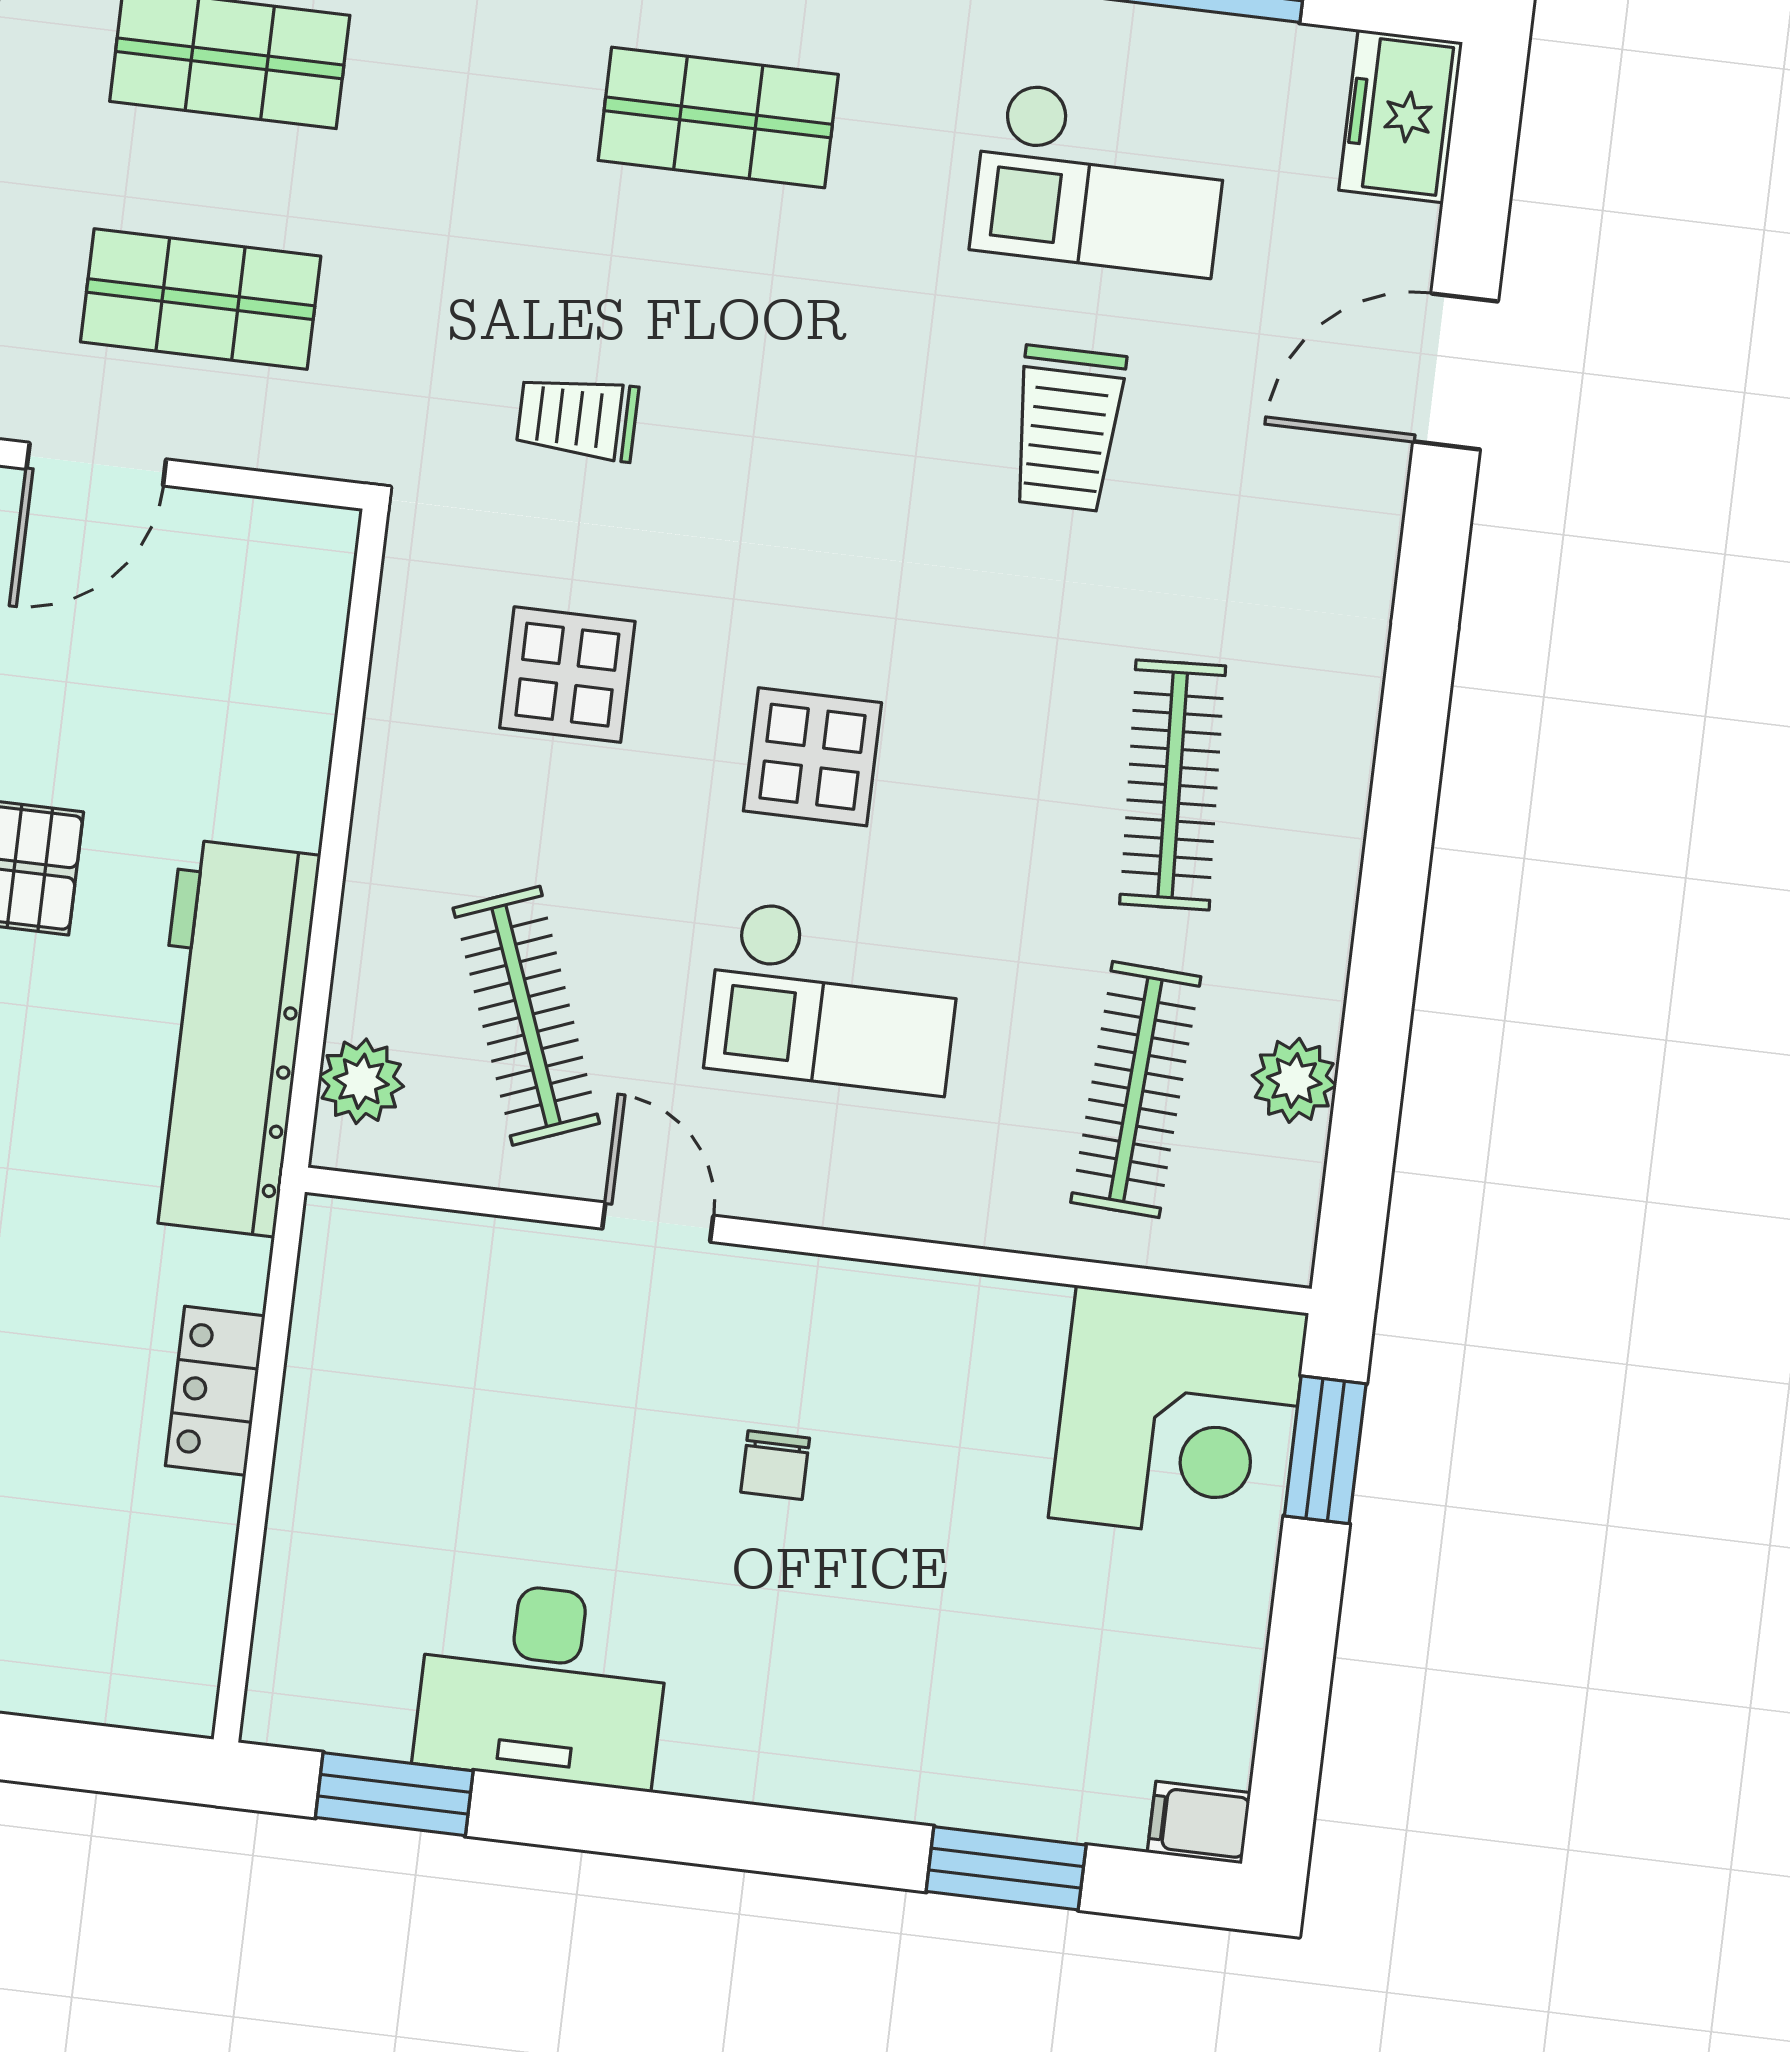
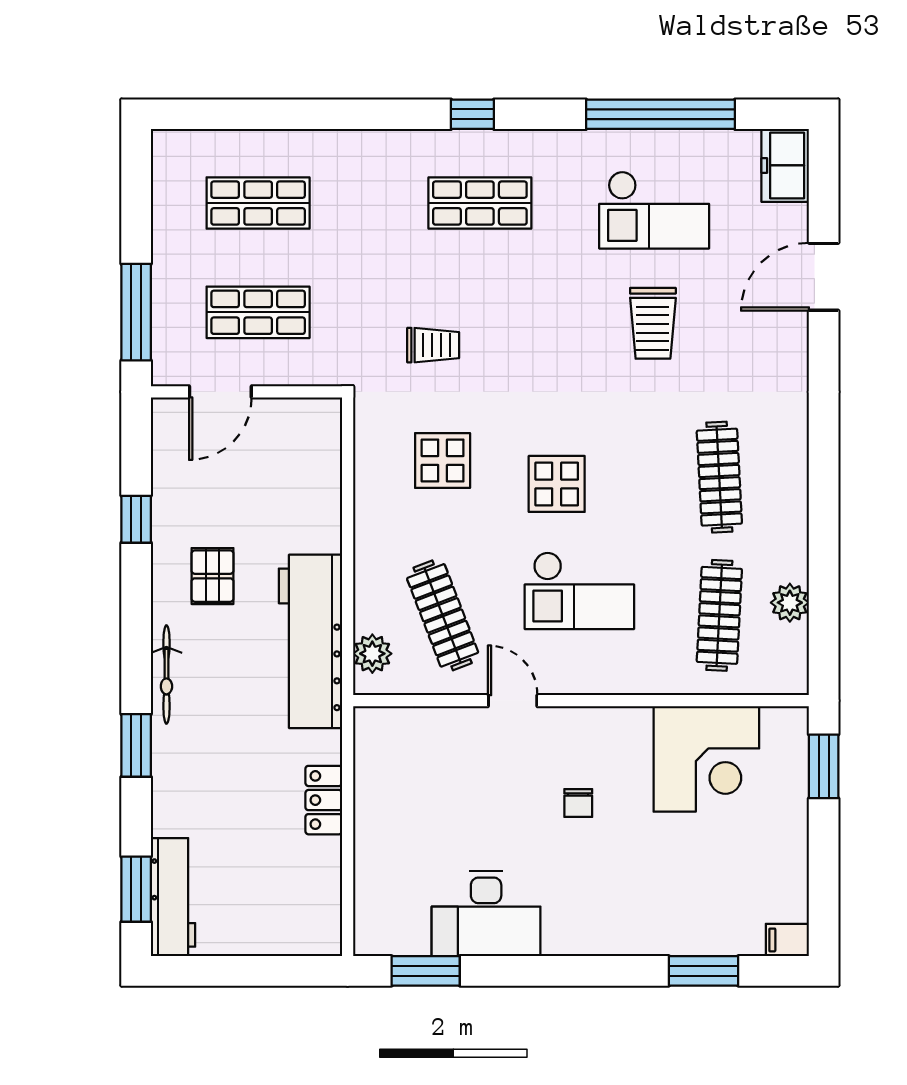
trolley: (577, 418) -> (433, 345), turned 180
corner desk: (1179, 1415) -> (706, 759), moved

